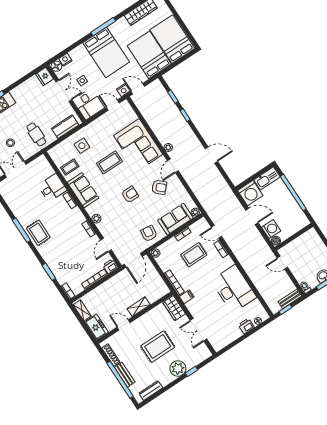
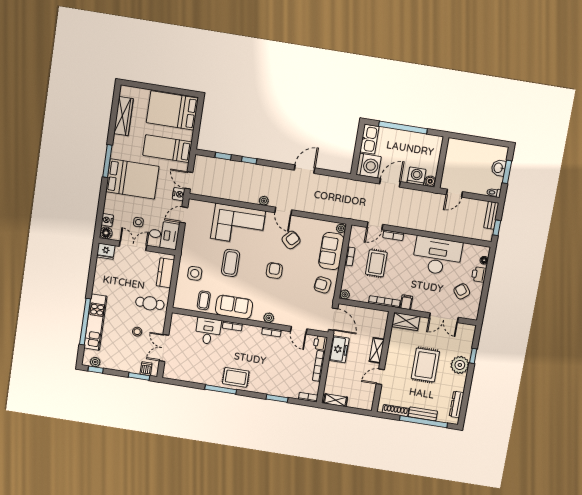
bed: (149, 55) -> (167, 149), width x0.67
door: (138, 89) -> (189, 180), hinge flipped
armchair: (226, 325) -> (462, 291), added
freezer: (96, 327) -> (339, 349), moved, turned 90

